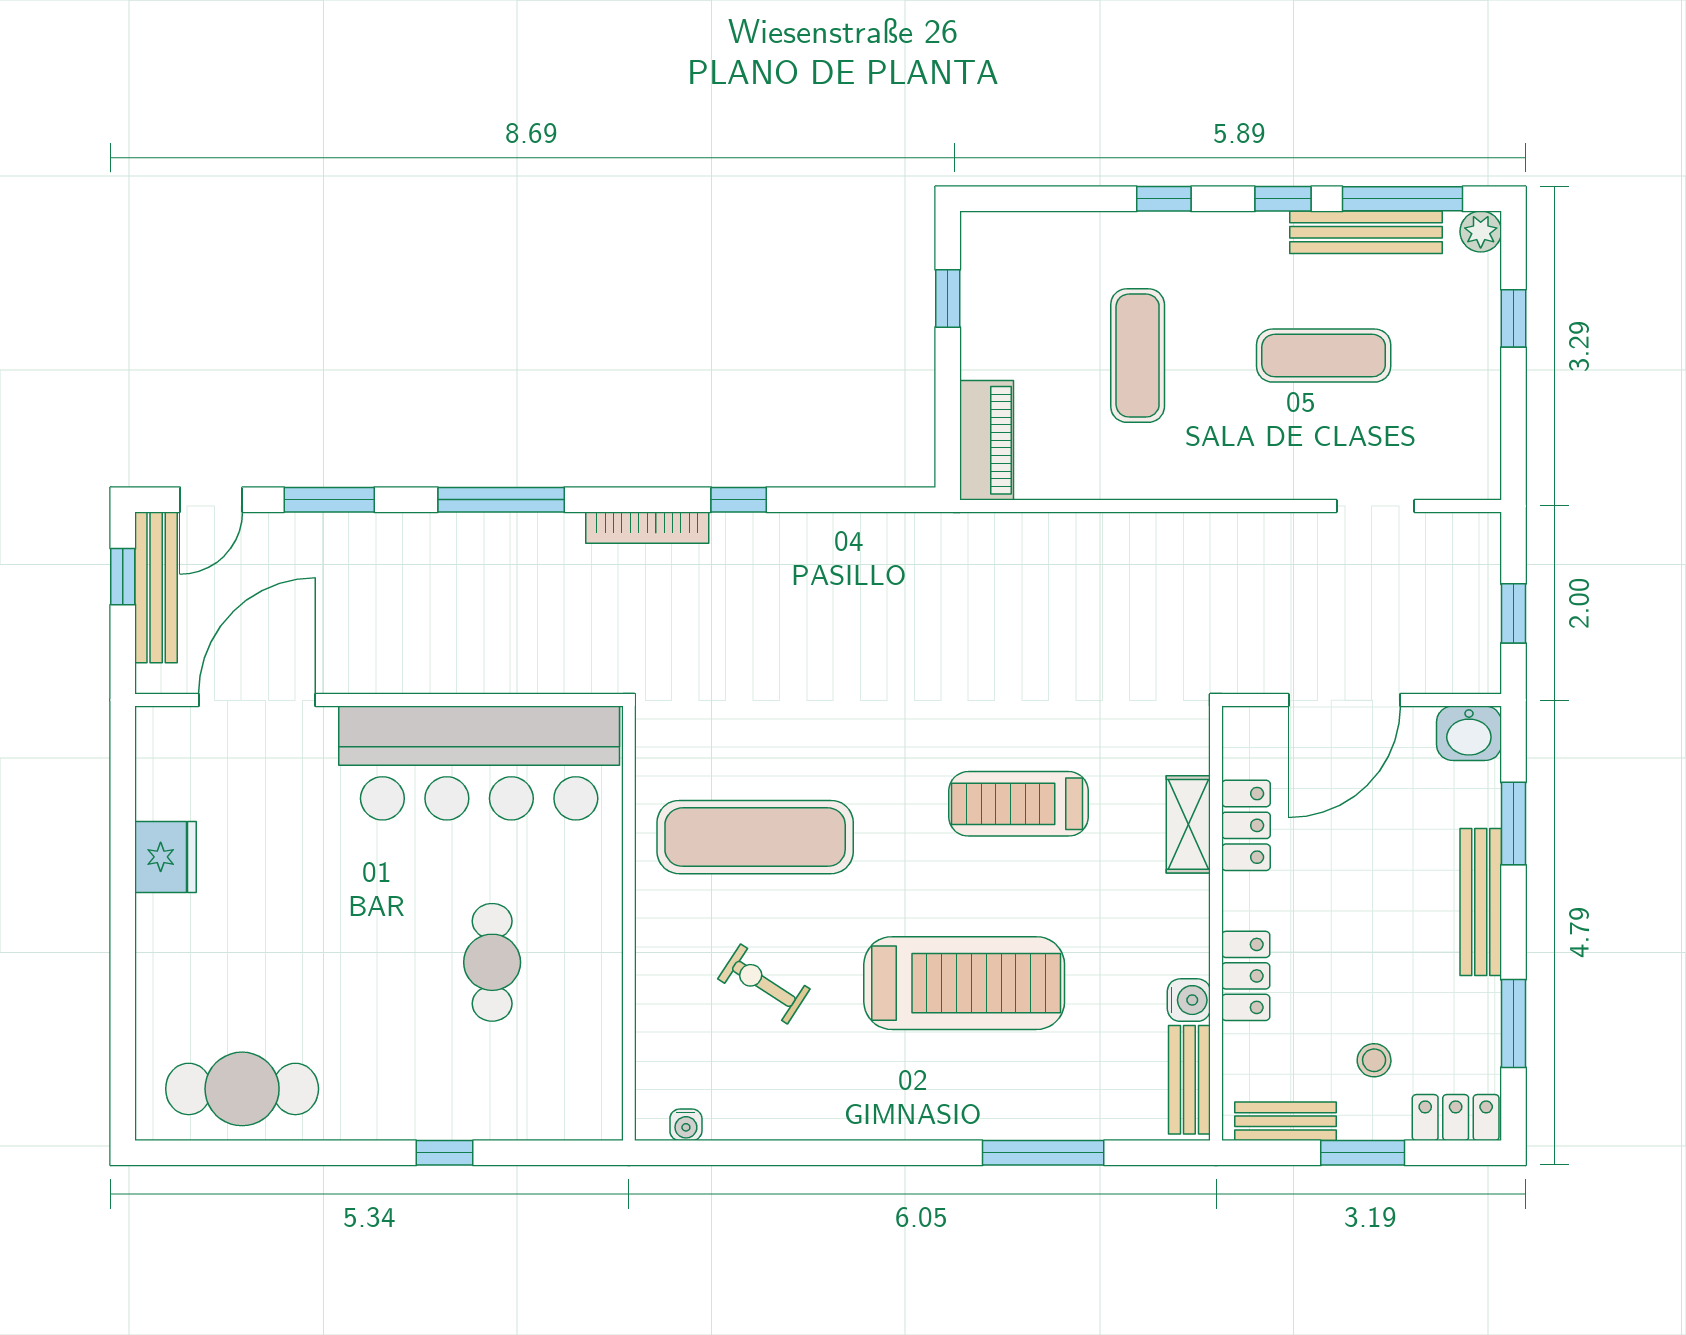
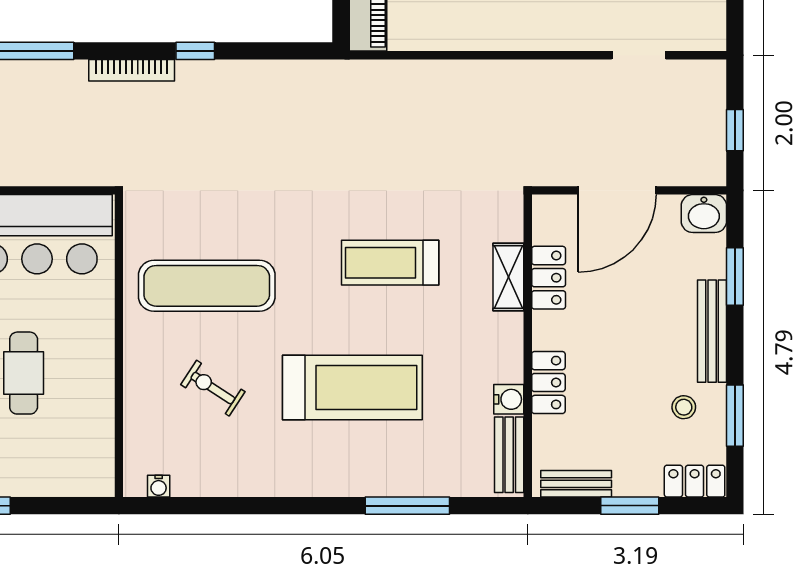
stool: (1374, 1060) -> (684, 407), moved

